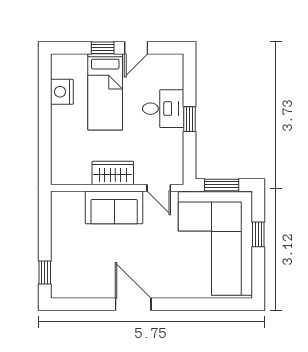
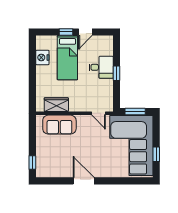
wardrobe: (113, 173) -> (56, 105), moved
sofa: (114, 207) -> (59, 125), moved
window: (258, 234) -> (156, 154), moved

